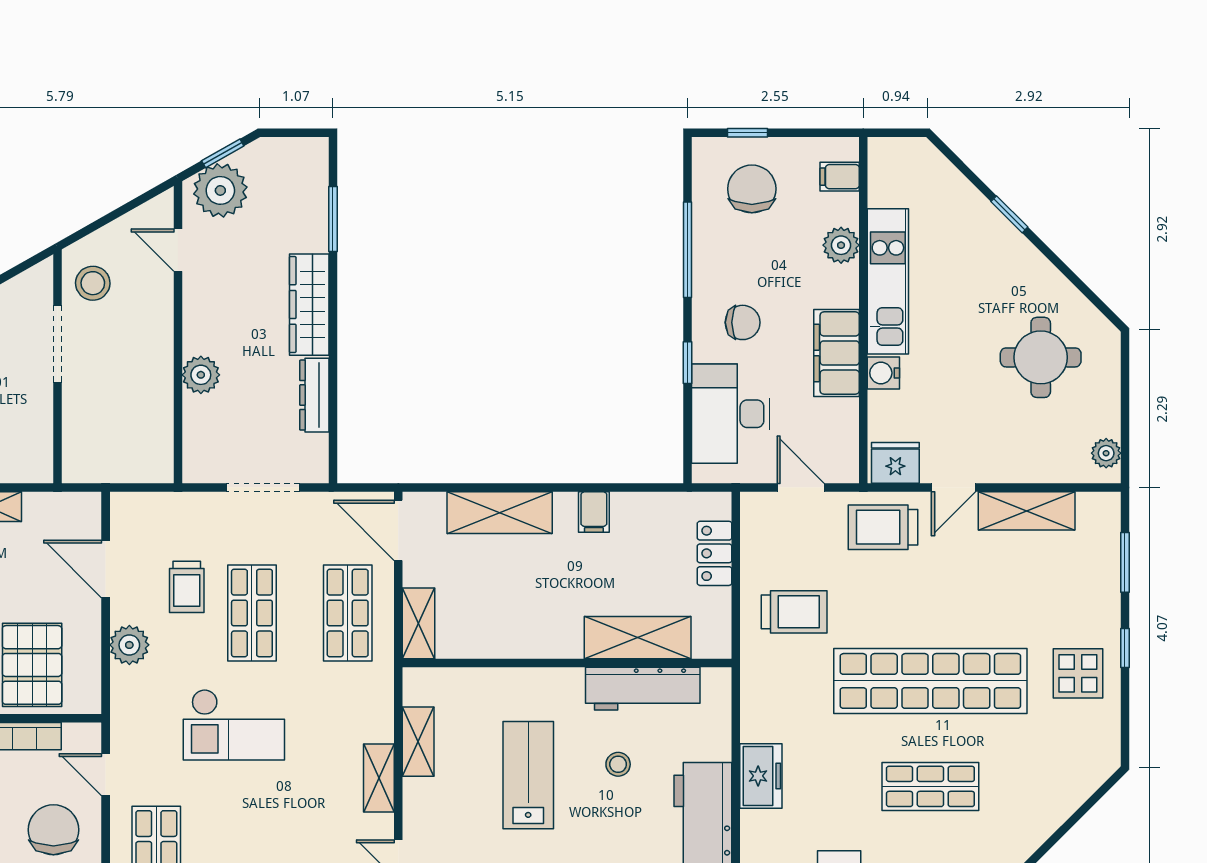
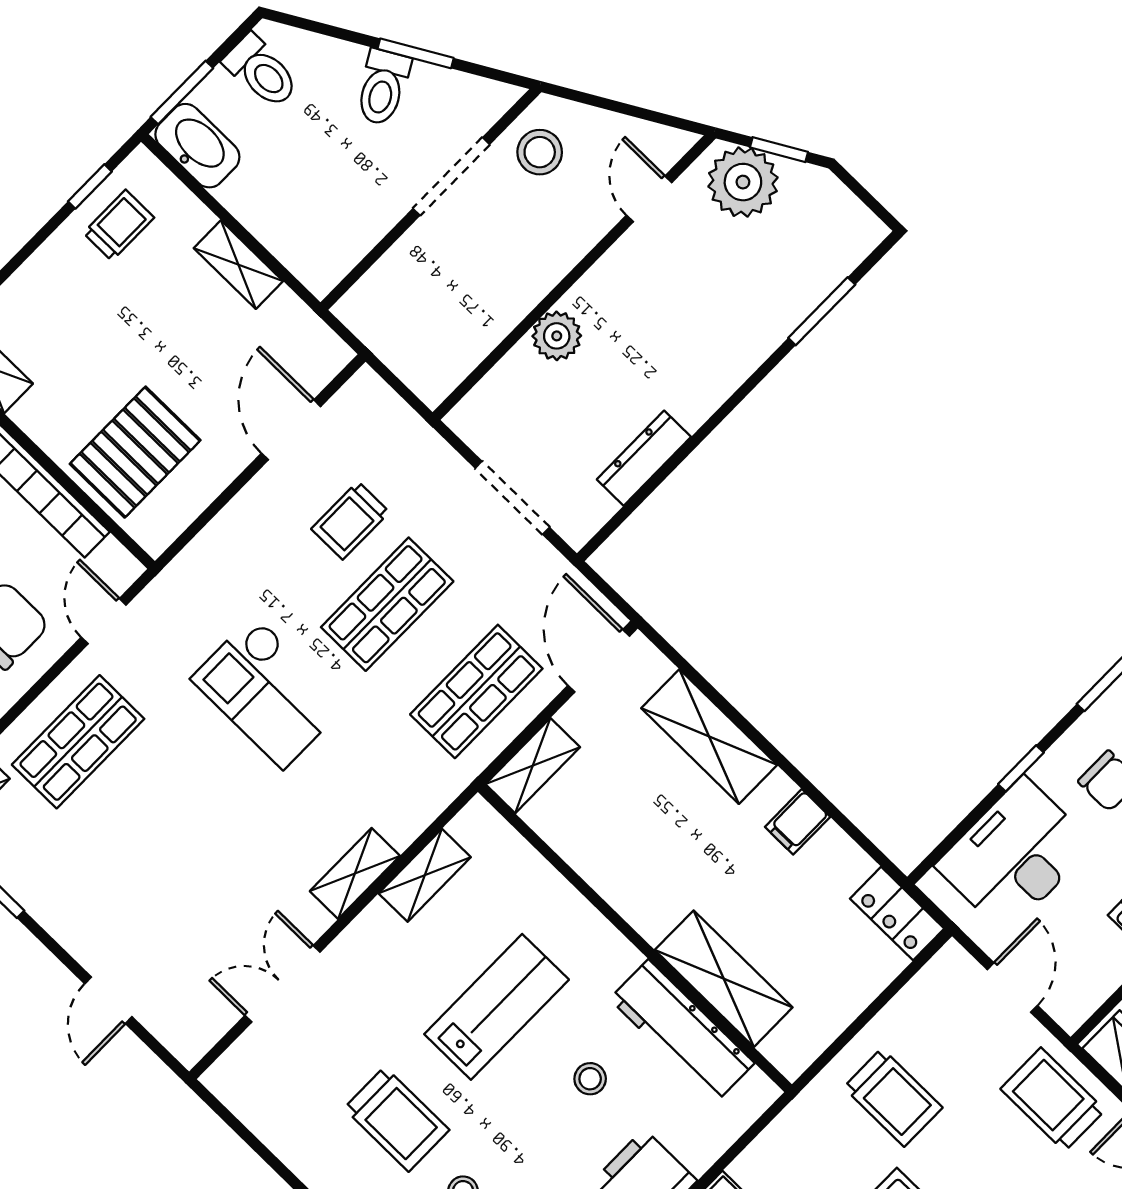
wardrobe: (309, 305) -> (722, 369), removed
locker: (715, 553) -> (897, 914), moved, turned -90
plant: (129, 645) -> (244, 522), removed

